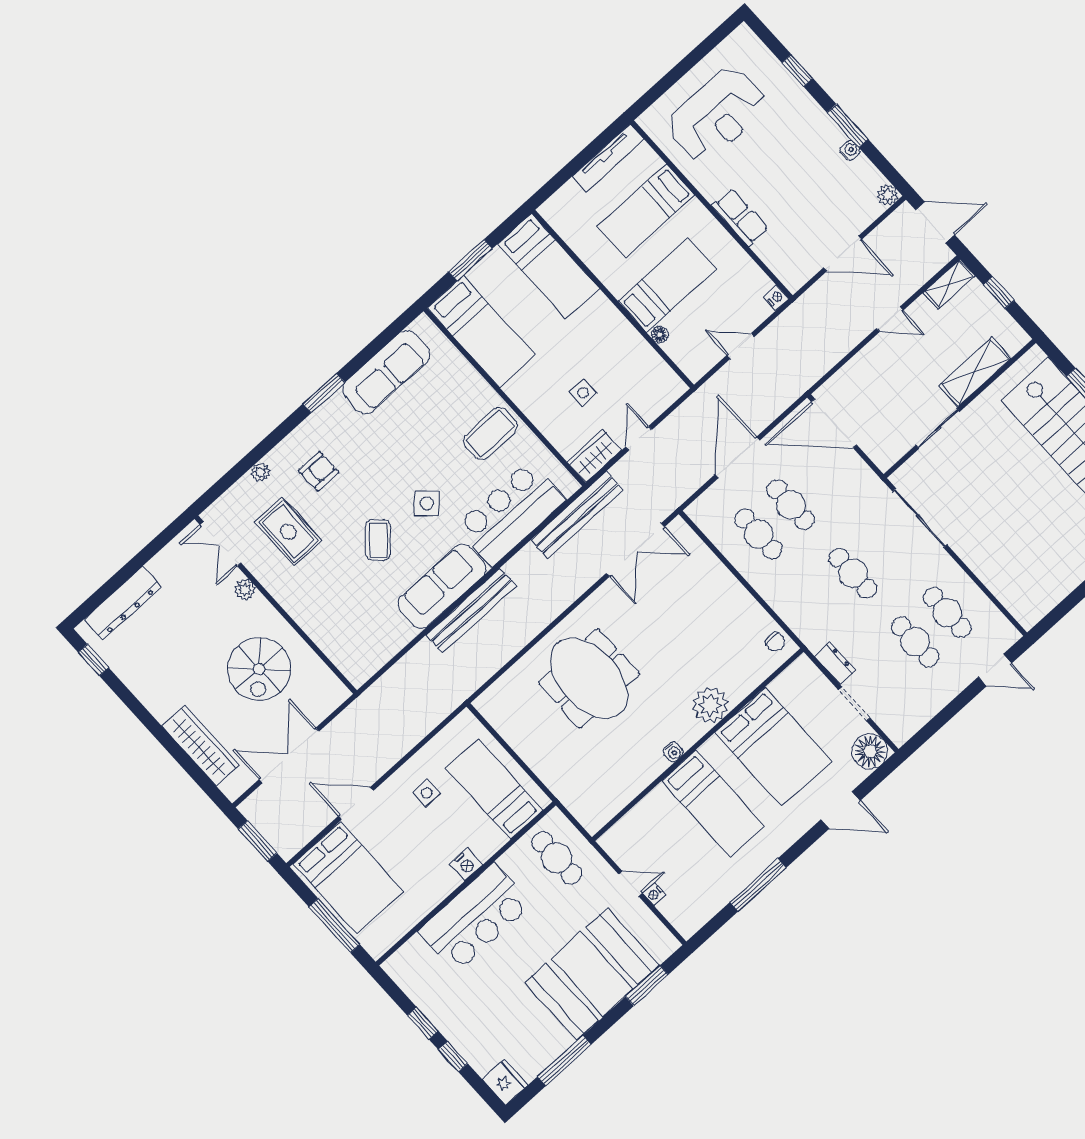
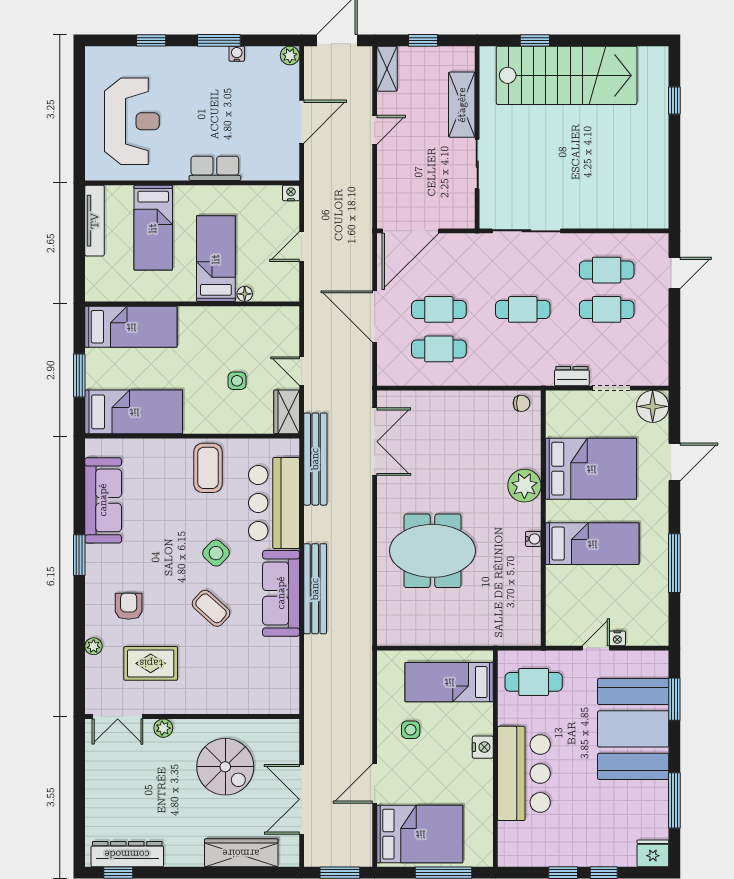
dresser: (123, 603) -> (127, 854), moved, turned -90

